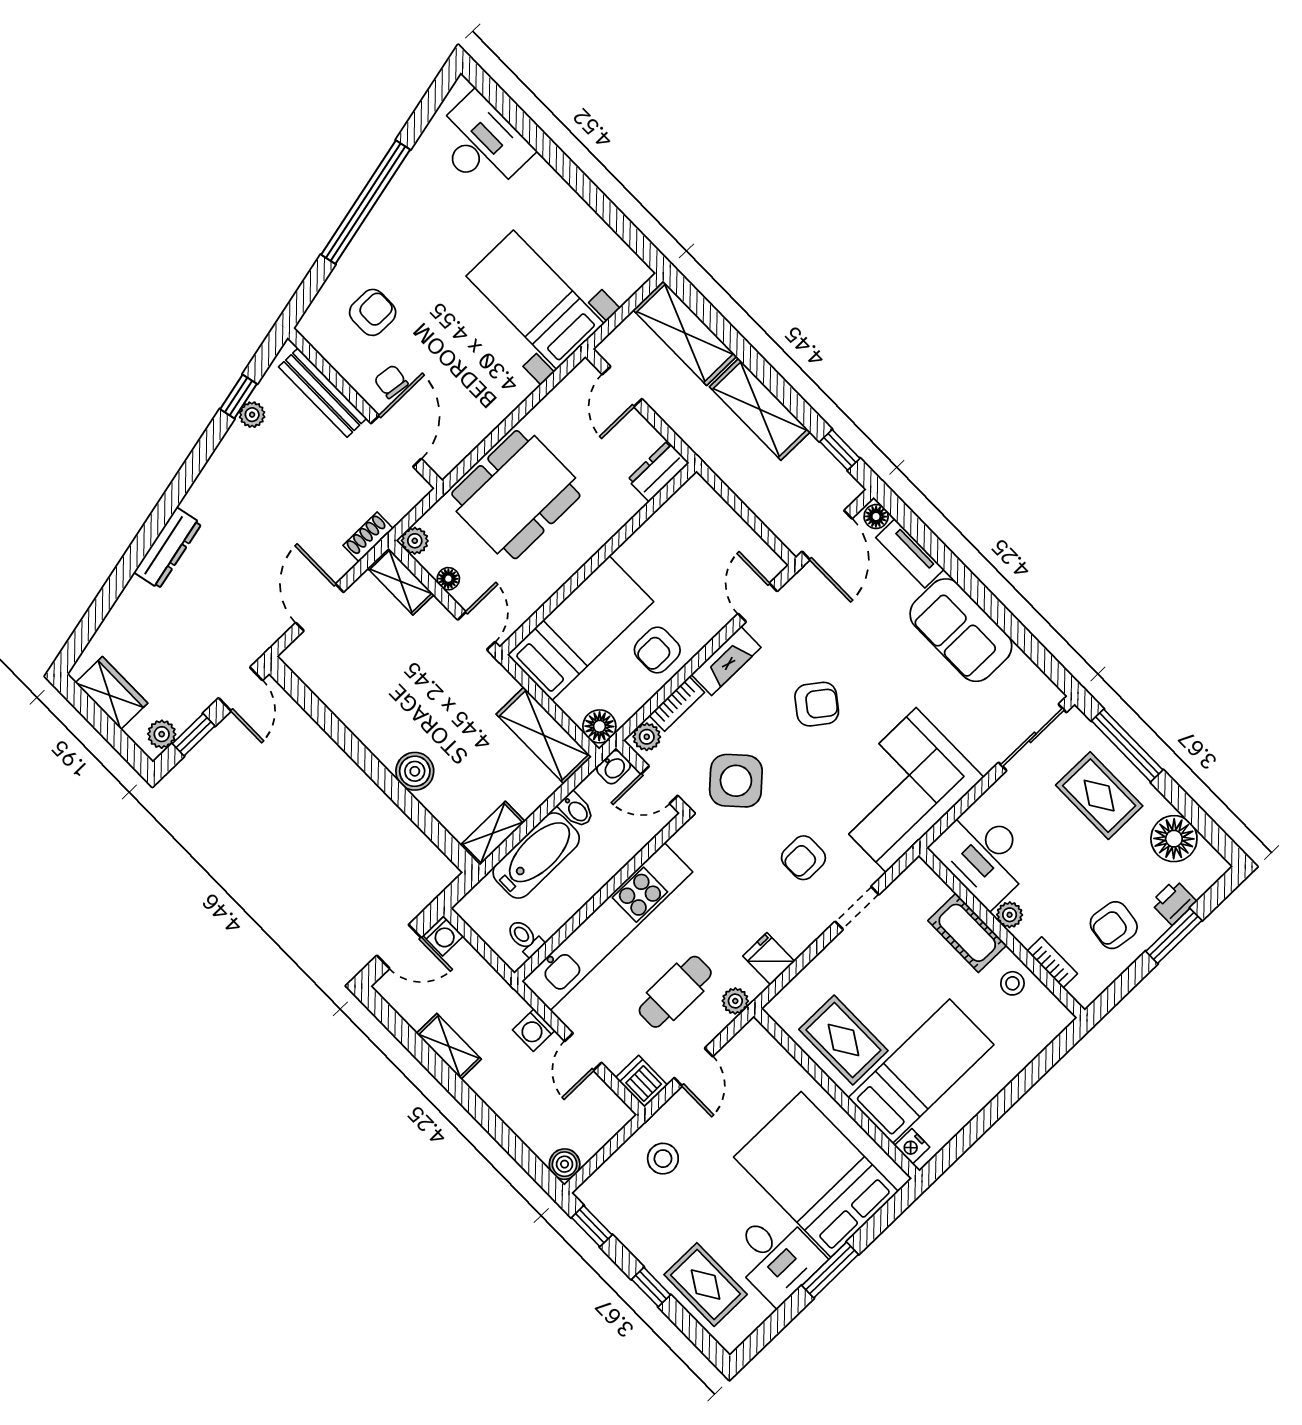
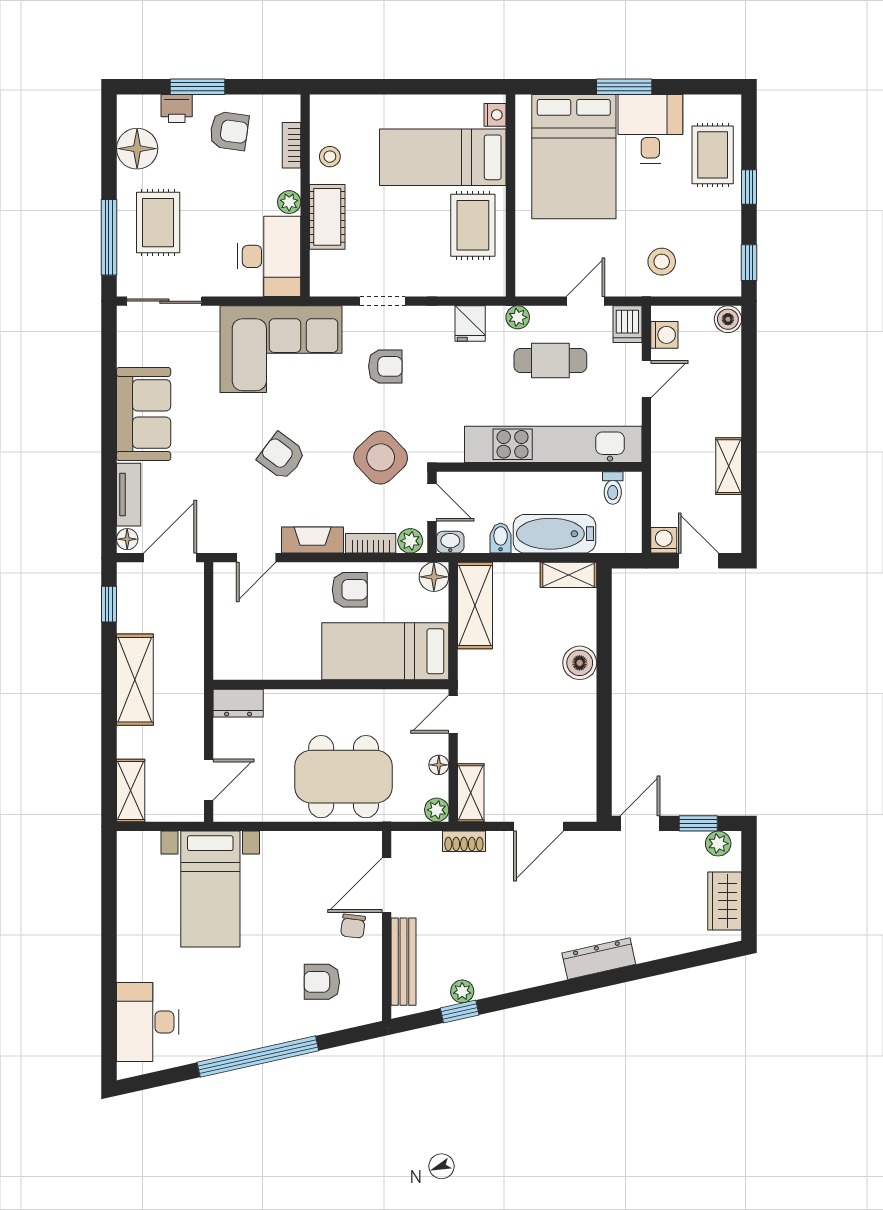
shelving: (685, 333) -> (131, 791), width x0.67, depth x0.75
washing machine: (534, 1030) -> (664, 335), moved

